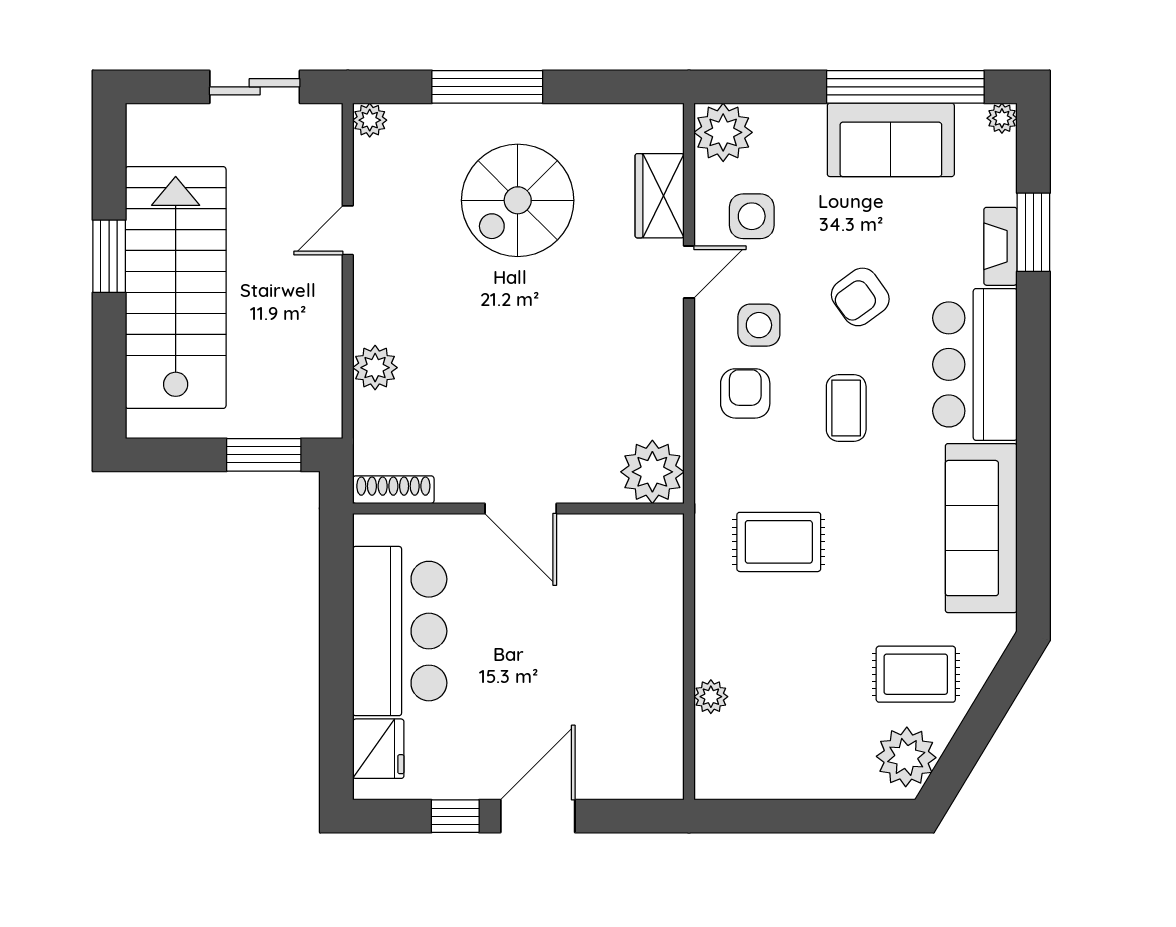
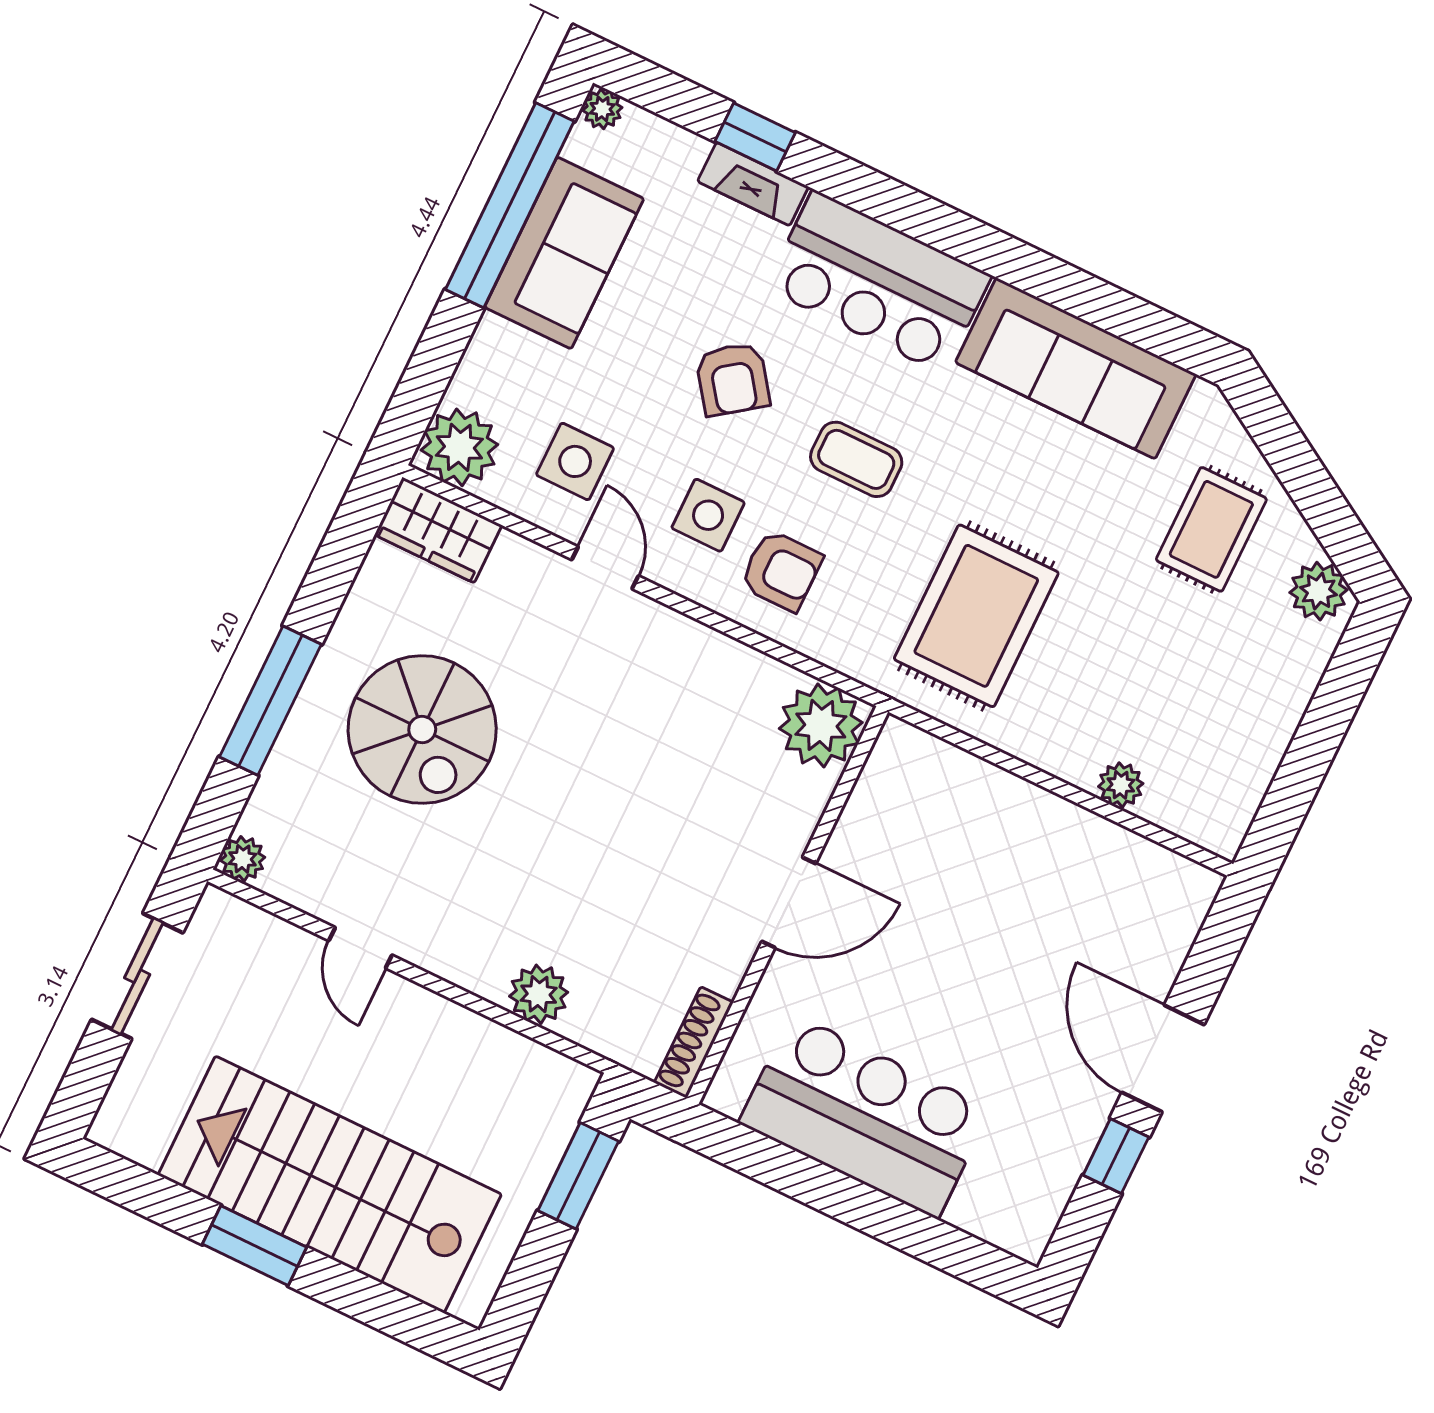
wardrobe: (660, 196) -> (438, 530), moved
window: (1033, 232) -> (755, 137), width x0.67
armchair: (745, 393) -> (781, 571), turned 180
rug: (779, 542) -> (976, 616), width x1.36, depth x1.43
fridge: (378, 749) -> (992, 1209), removed
plant: (906, 757) -> (1319, 591), width x0.73, depth x0.73

